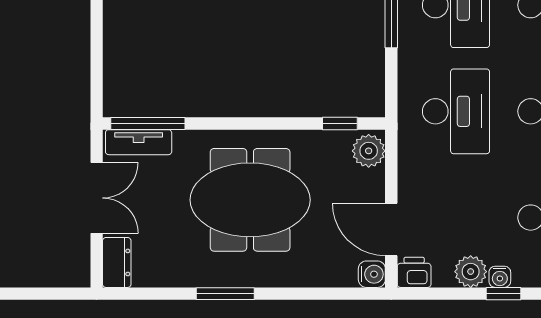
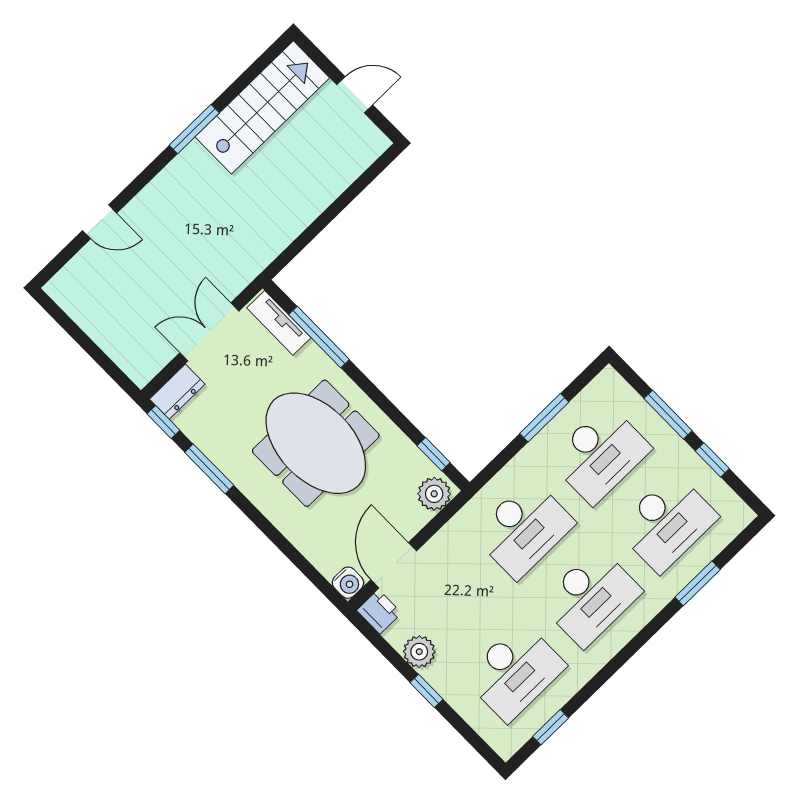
window: (148, 123) -> (319, 337), moved
double door: (97, 198) -> (209, 332), swing flipped
water cooler: (500, 277) -> (436, 676), removed
window: (129, 294) -> (163, 422), added
window: (225, 294) -> (209, 469), moved

